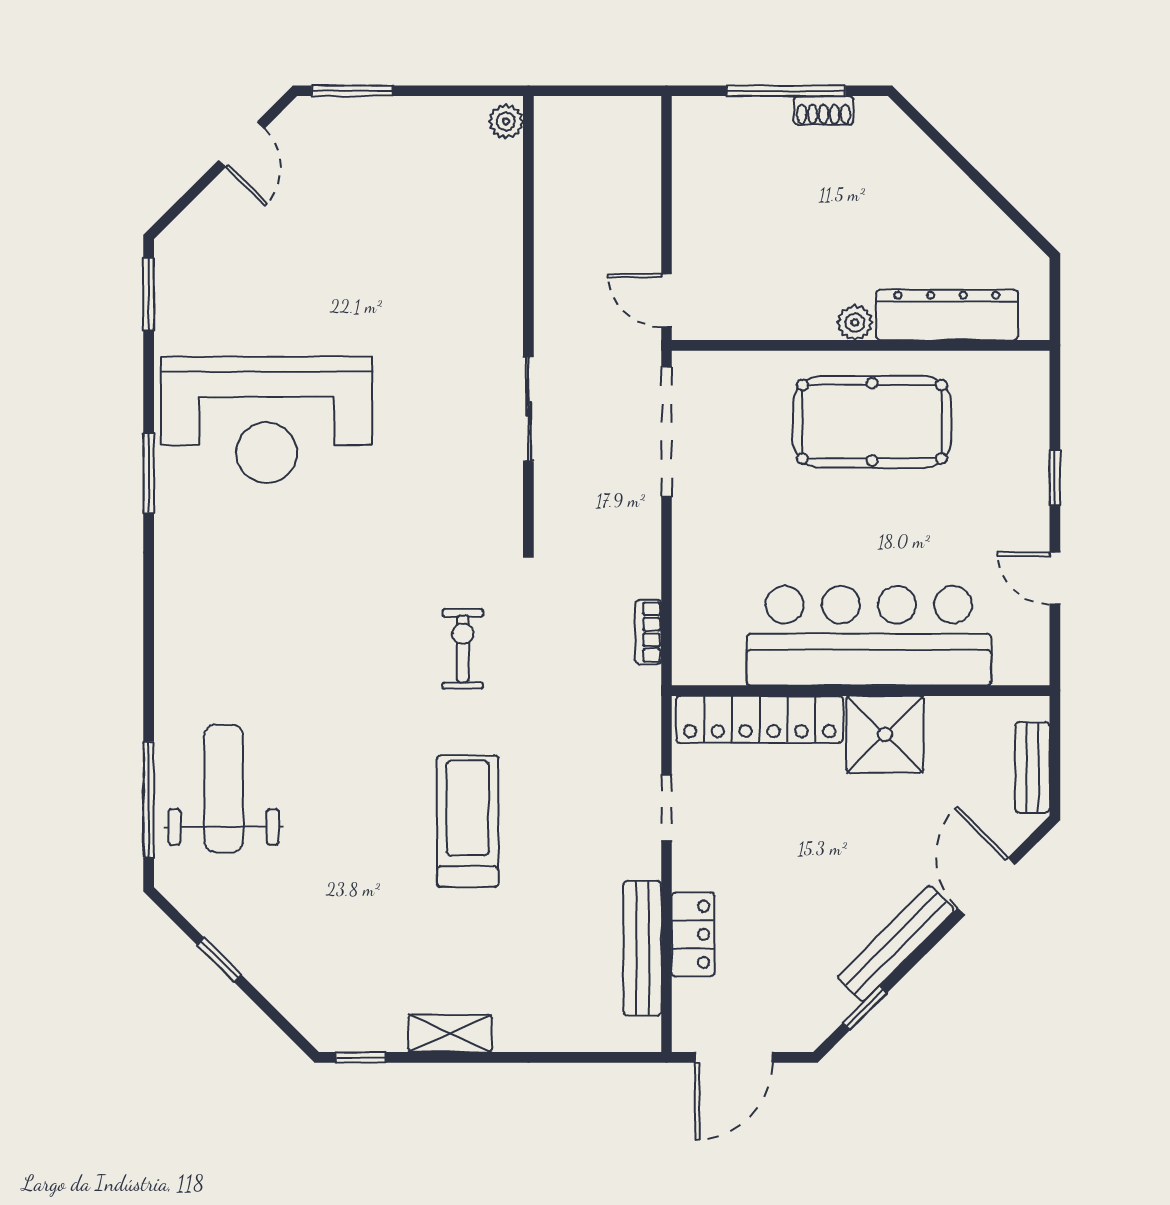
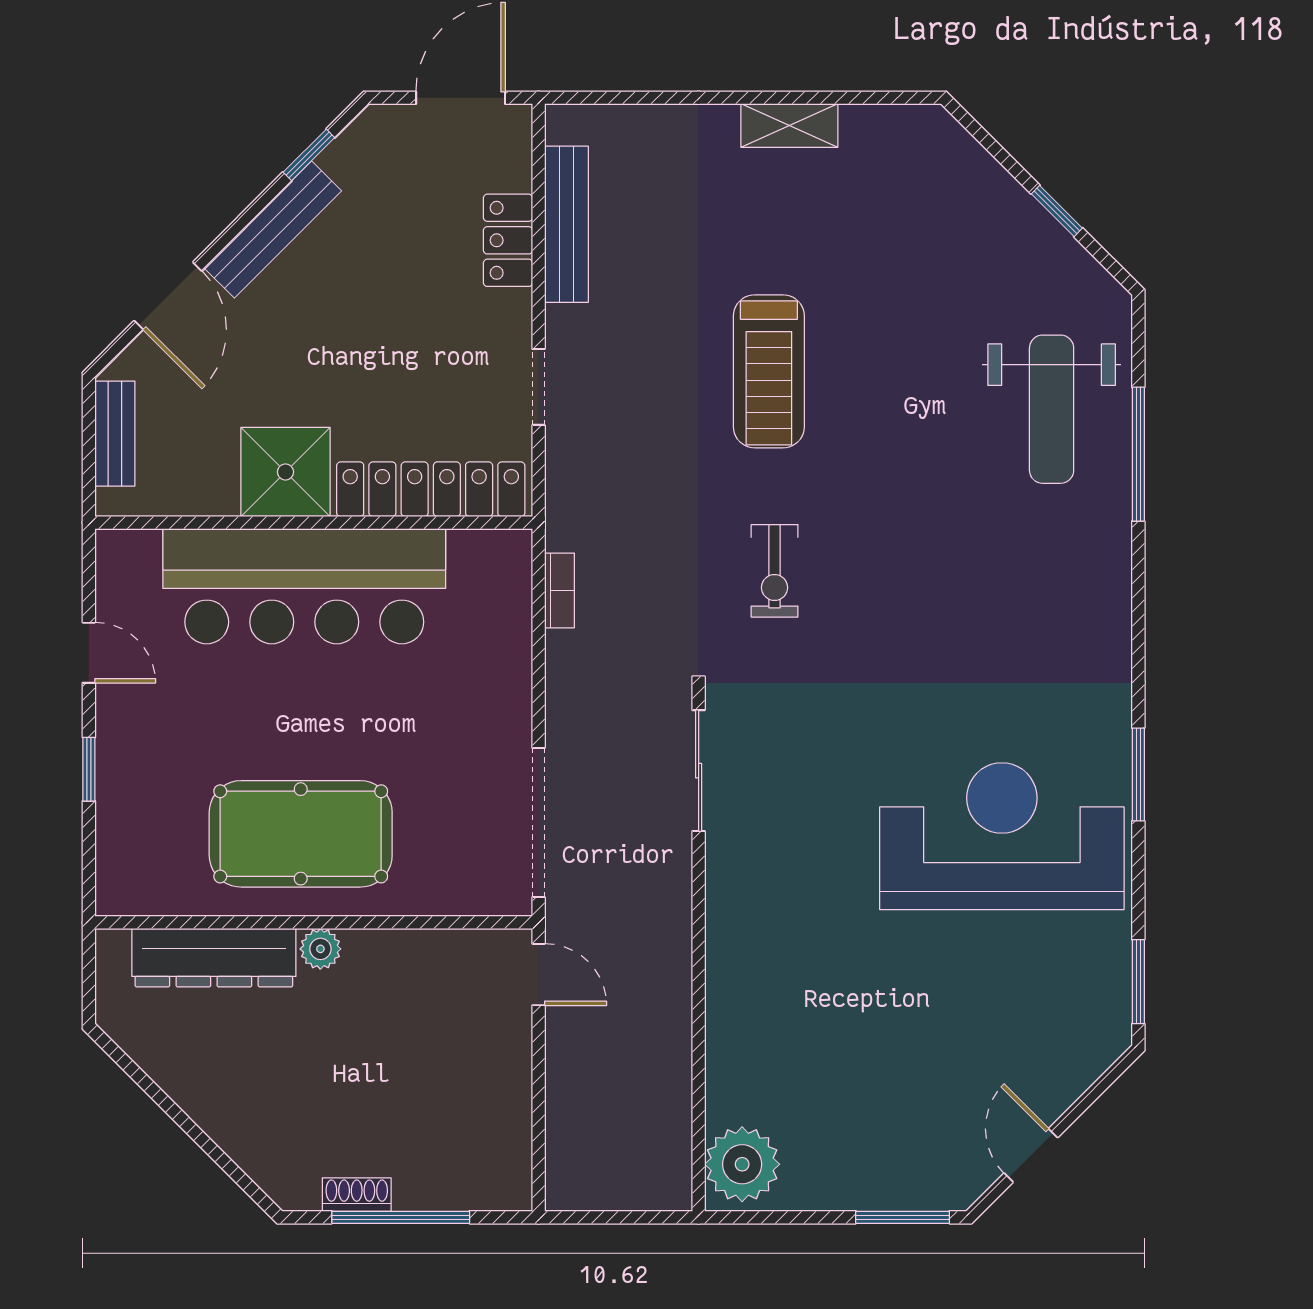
plant: (506, 121) -> (742, 1164), width x1.87, depth x1.87
sliding door: (528, 409) -> (699, 771), moved
window: (149, 800) -> (1138, 454), moved
window: (361, 1057) -> (893, 98), removed

